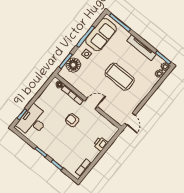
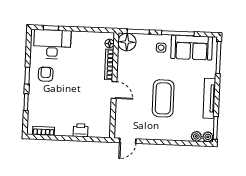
floor lamp: (73, 65) -> (127, 42), moved
armchair: (72, 120) -> (46, 74), moved

